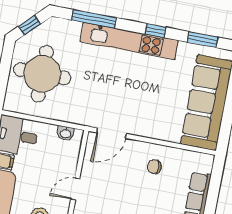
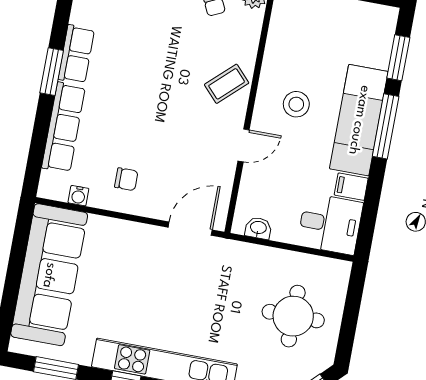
round table: (42, 74) -> (293, 316), width x0.73, depth x0.73
water cooler: (187, 156) -> (78, 196), added

